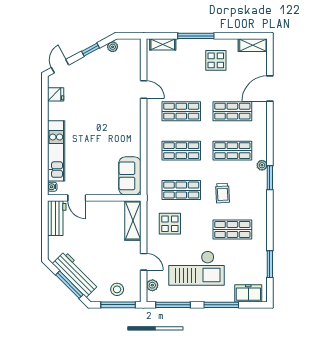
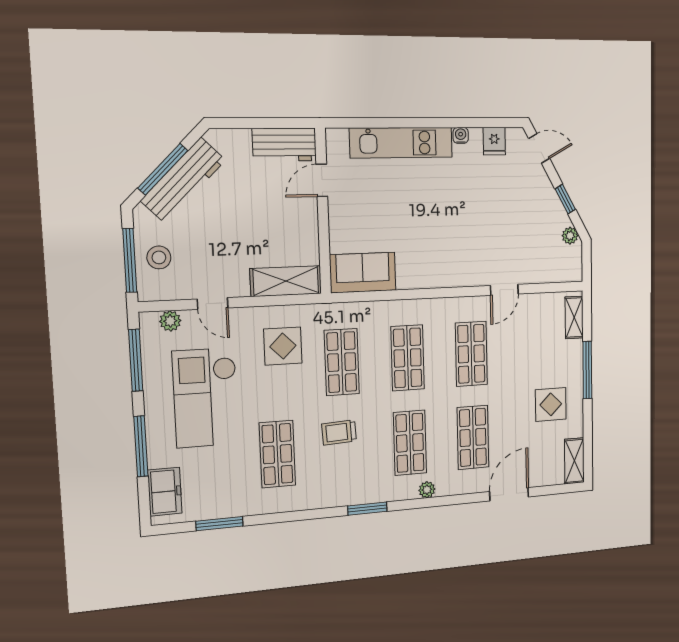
door: (270, 89) -> (509, 494), hinge flipped
plant: (262, 165) -> (427, 490), moved
water cooler: (52, 187) -> (461, 135), moved
door: (144, 262) -> (213, 303), hinge flipped

